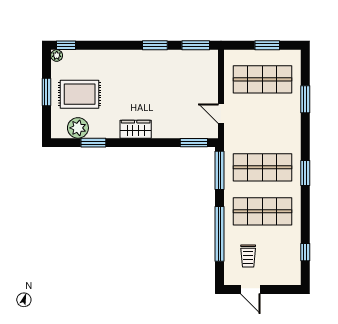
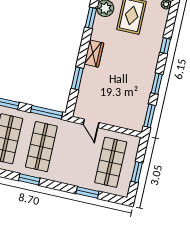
window: (66, 45) -> (165, 46), moved
door: (221, 114) -> (91, 123), swing flipped
window: (194, 143) -> (77, 78), moved

